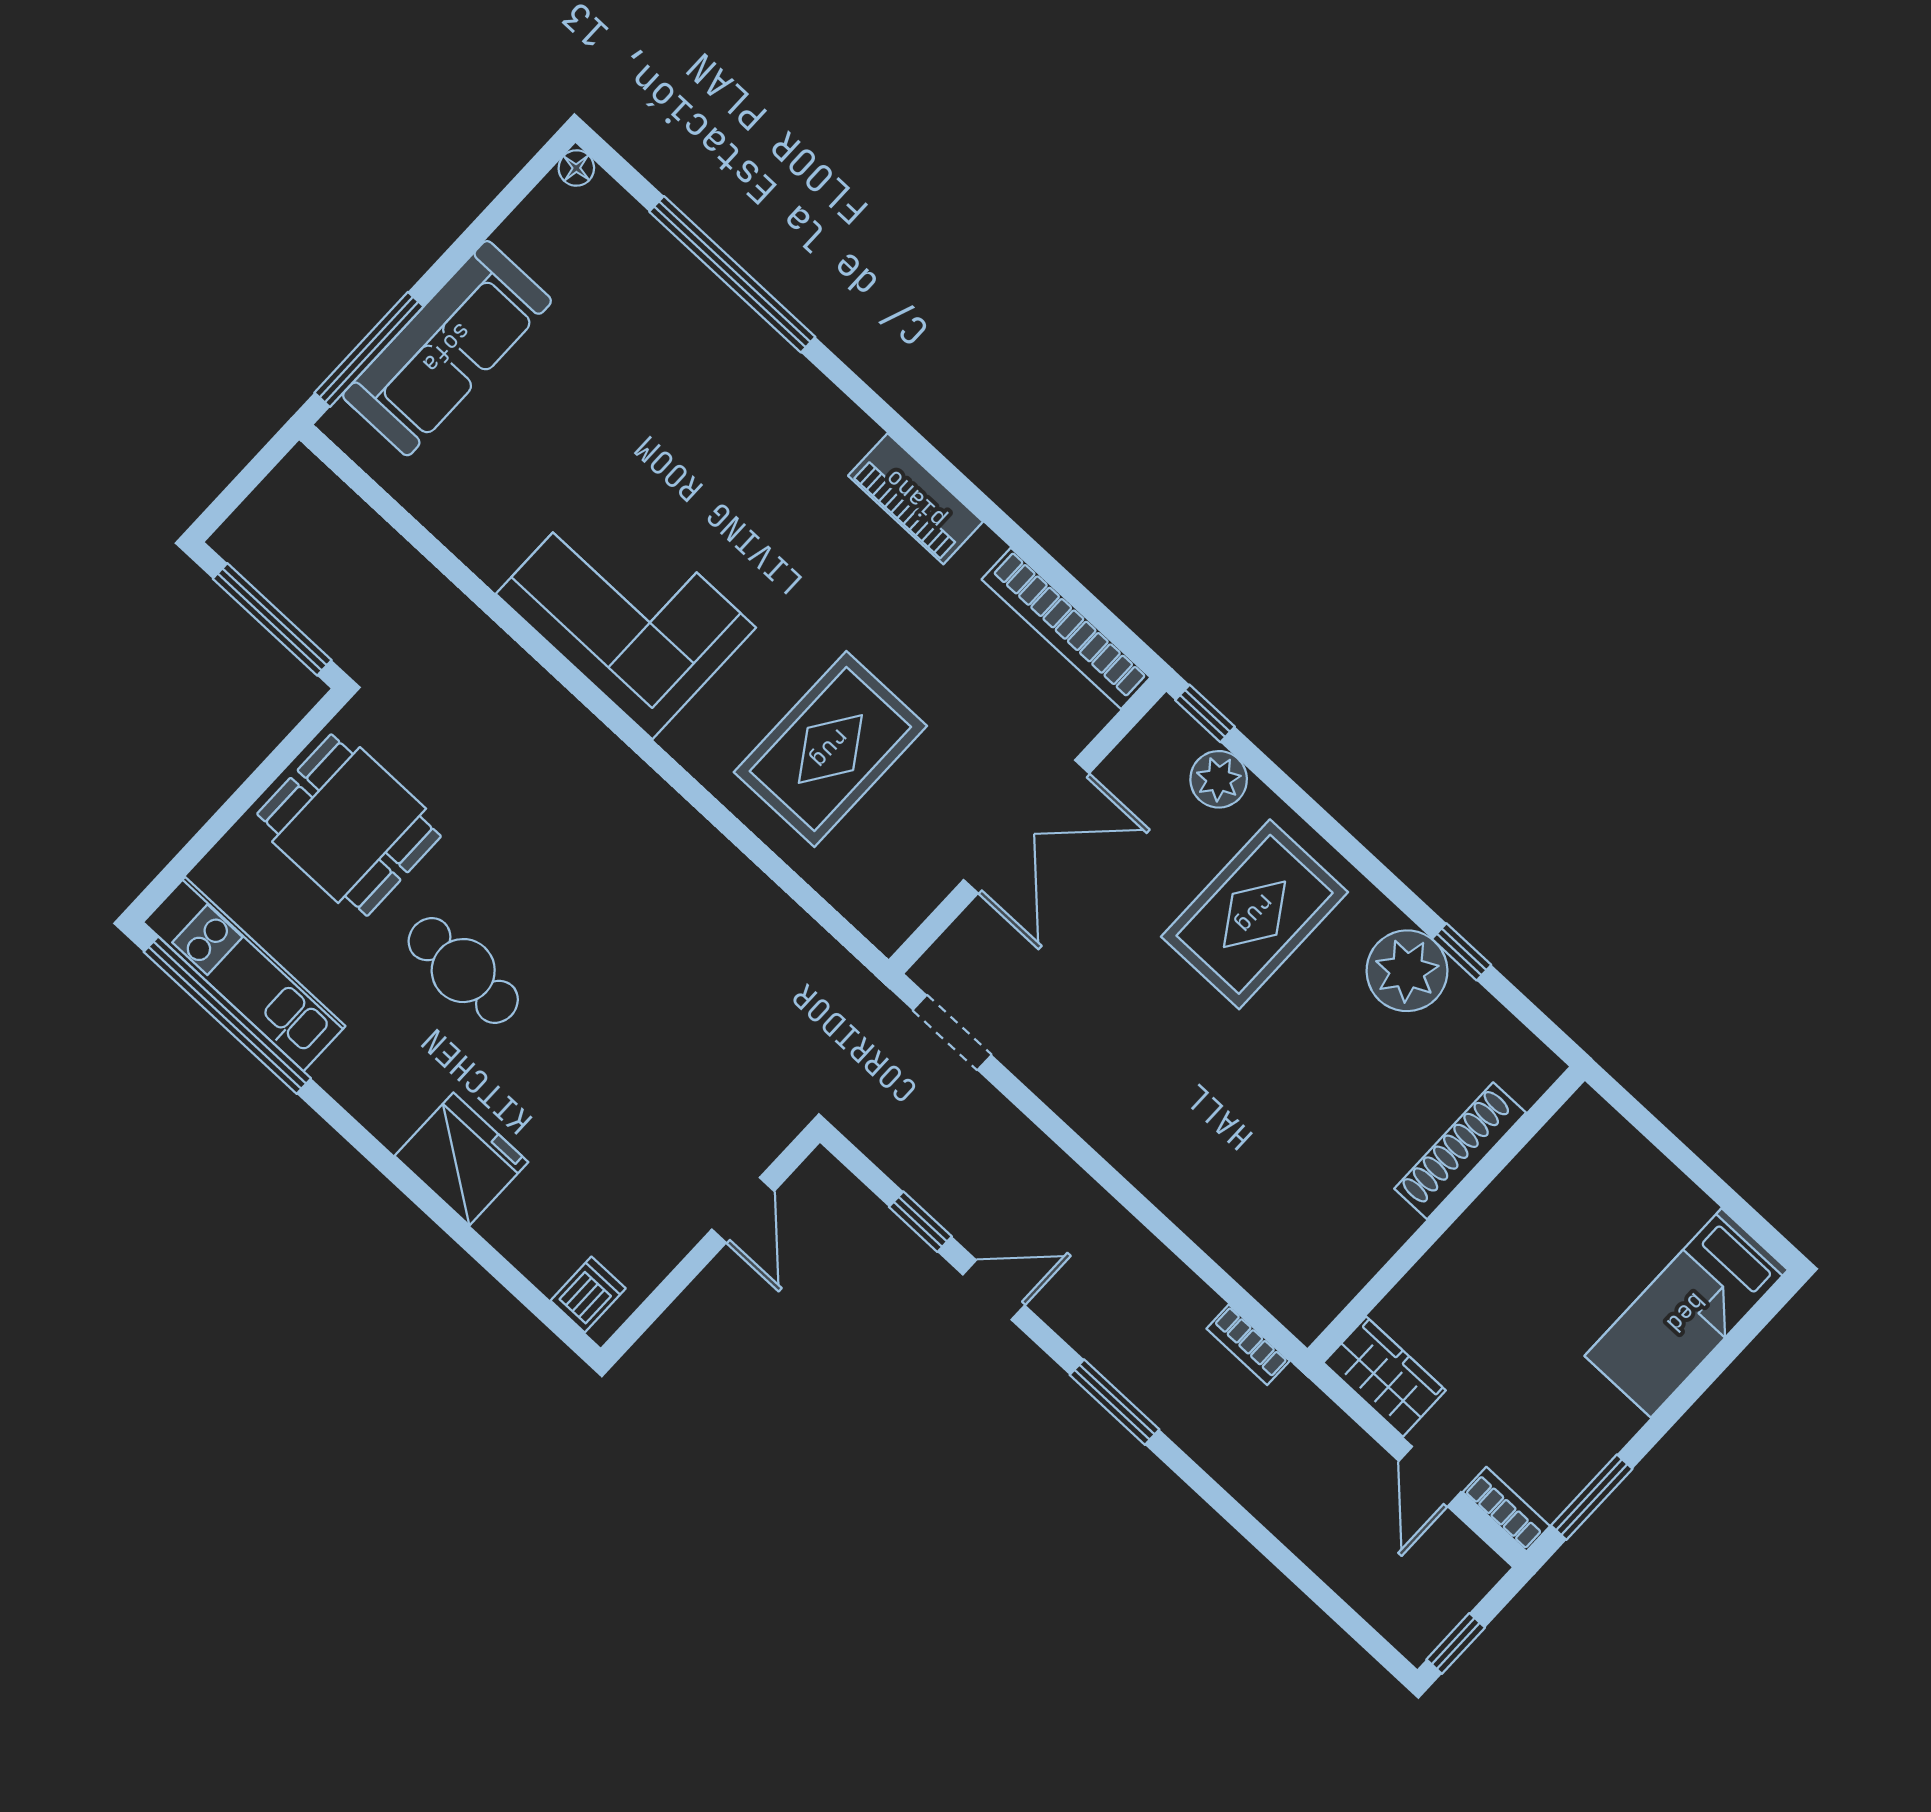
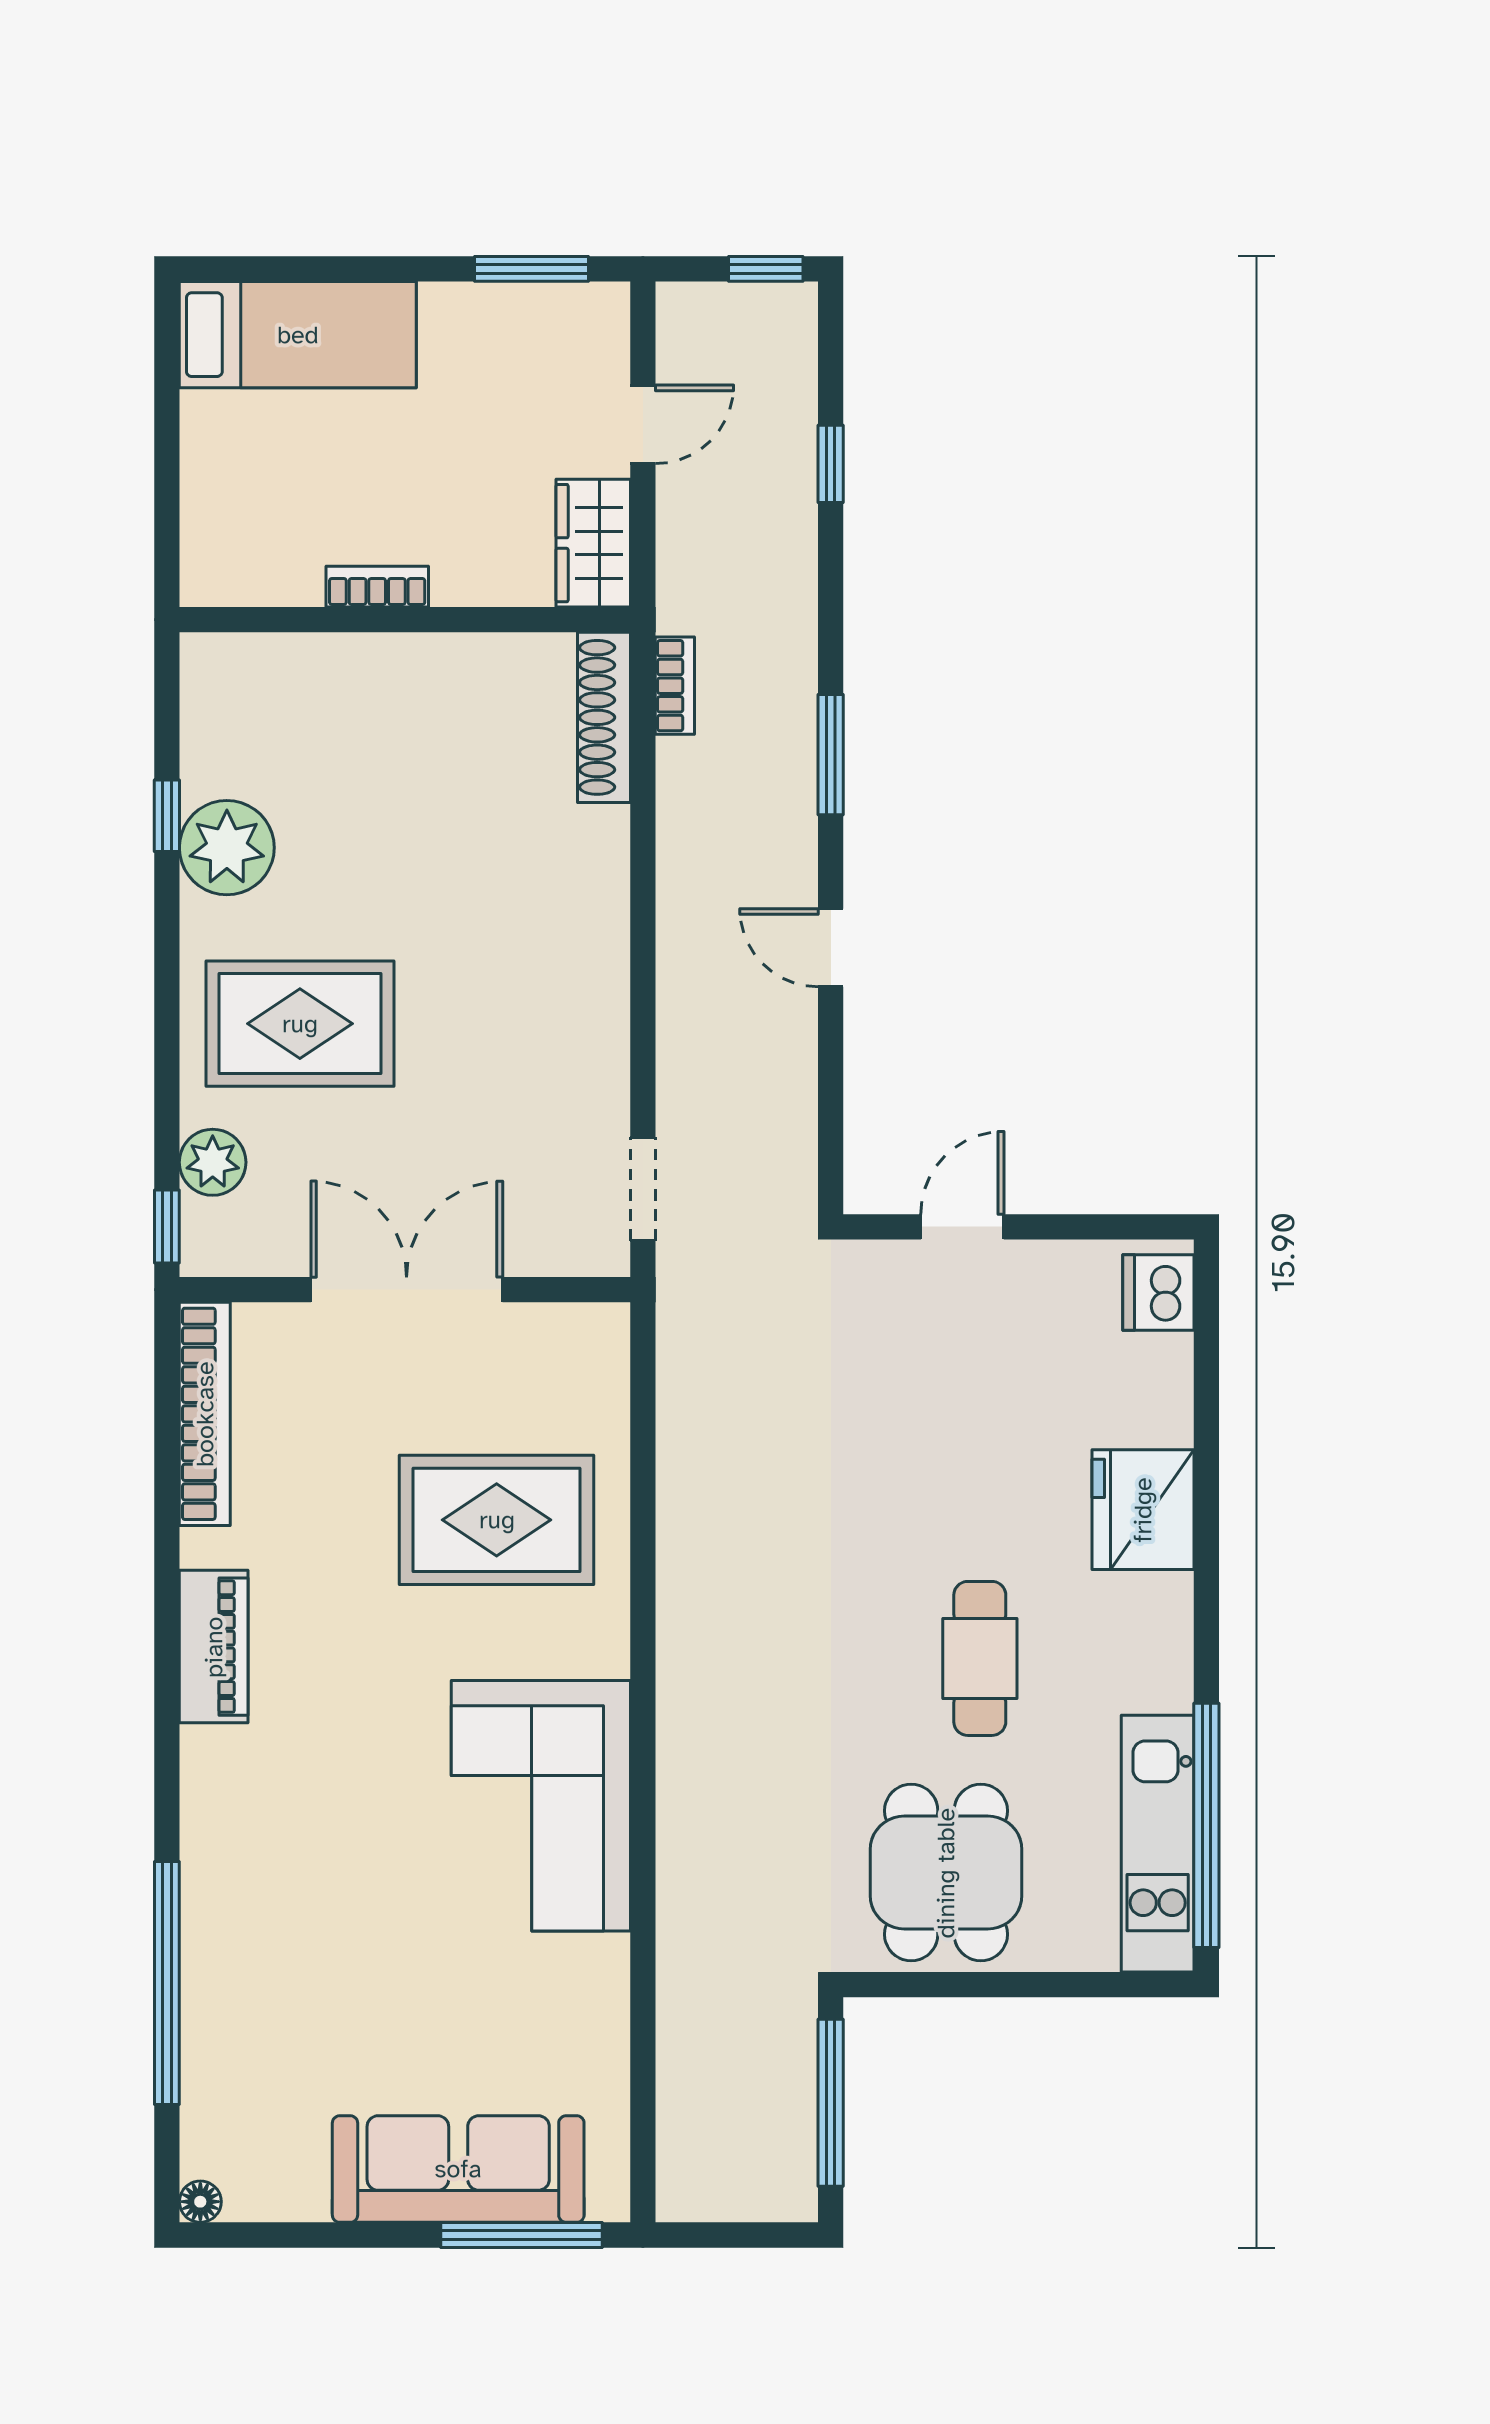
shoe rack: (1460, 1151) -> (604, 717), moved, turned 90
window: (920, 1222) -> (831, 464), moved
dishwasher: (588, 1295) -> (1158, 1293), width x1.38
bookcase: (1506, 1509) -> (377, 587), moved, turned 90

